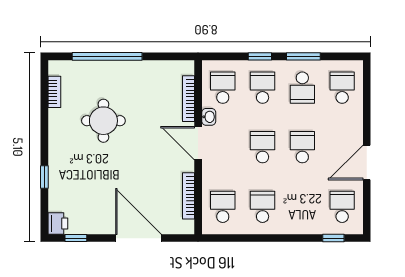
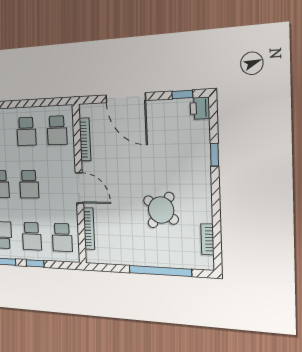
washbasin: (209, 117) -> (72, 212), removed
round table: (103, 121) -> (161, 210), turned 35

